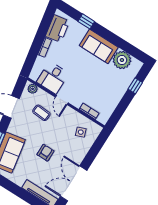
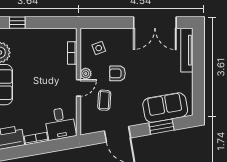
desk: (53, 78) -> (60, 124), moved, turned 80
plant: (33, 89) -> (86, 74), moved
armchair: (45, 153) -> (118, 73), moved

